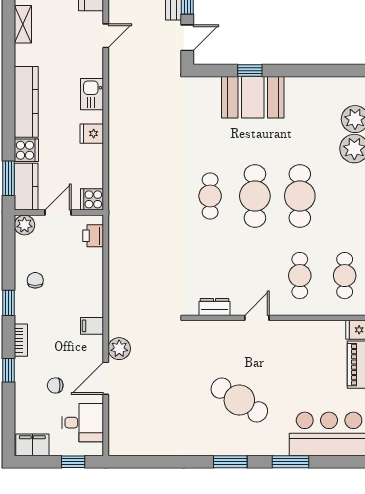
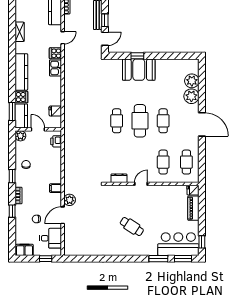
fridge: (92, 134) -> (55, 111), moved
cafe table: (300, 196) -> (163, 121), width x0.73, depth x0.74
cooker: (92, 199) -> (55, 53), moved
door: (58, 213) -> (38, 129), hinge flipped
cafe table: (239, 400) -> (132, 227), width x0.73, depth x0.74
window: (230, 462) -> (183, 259), moved

